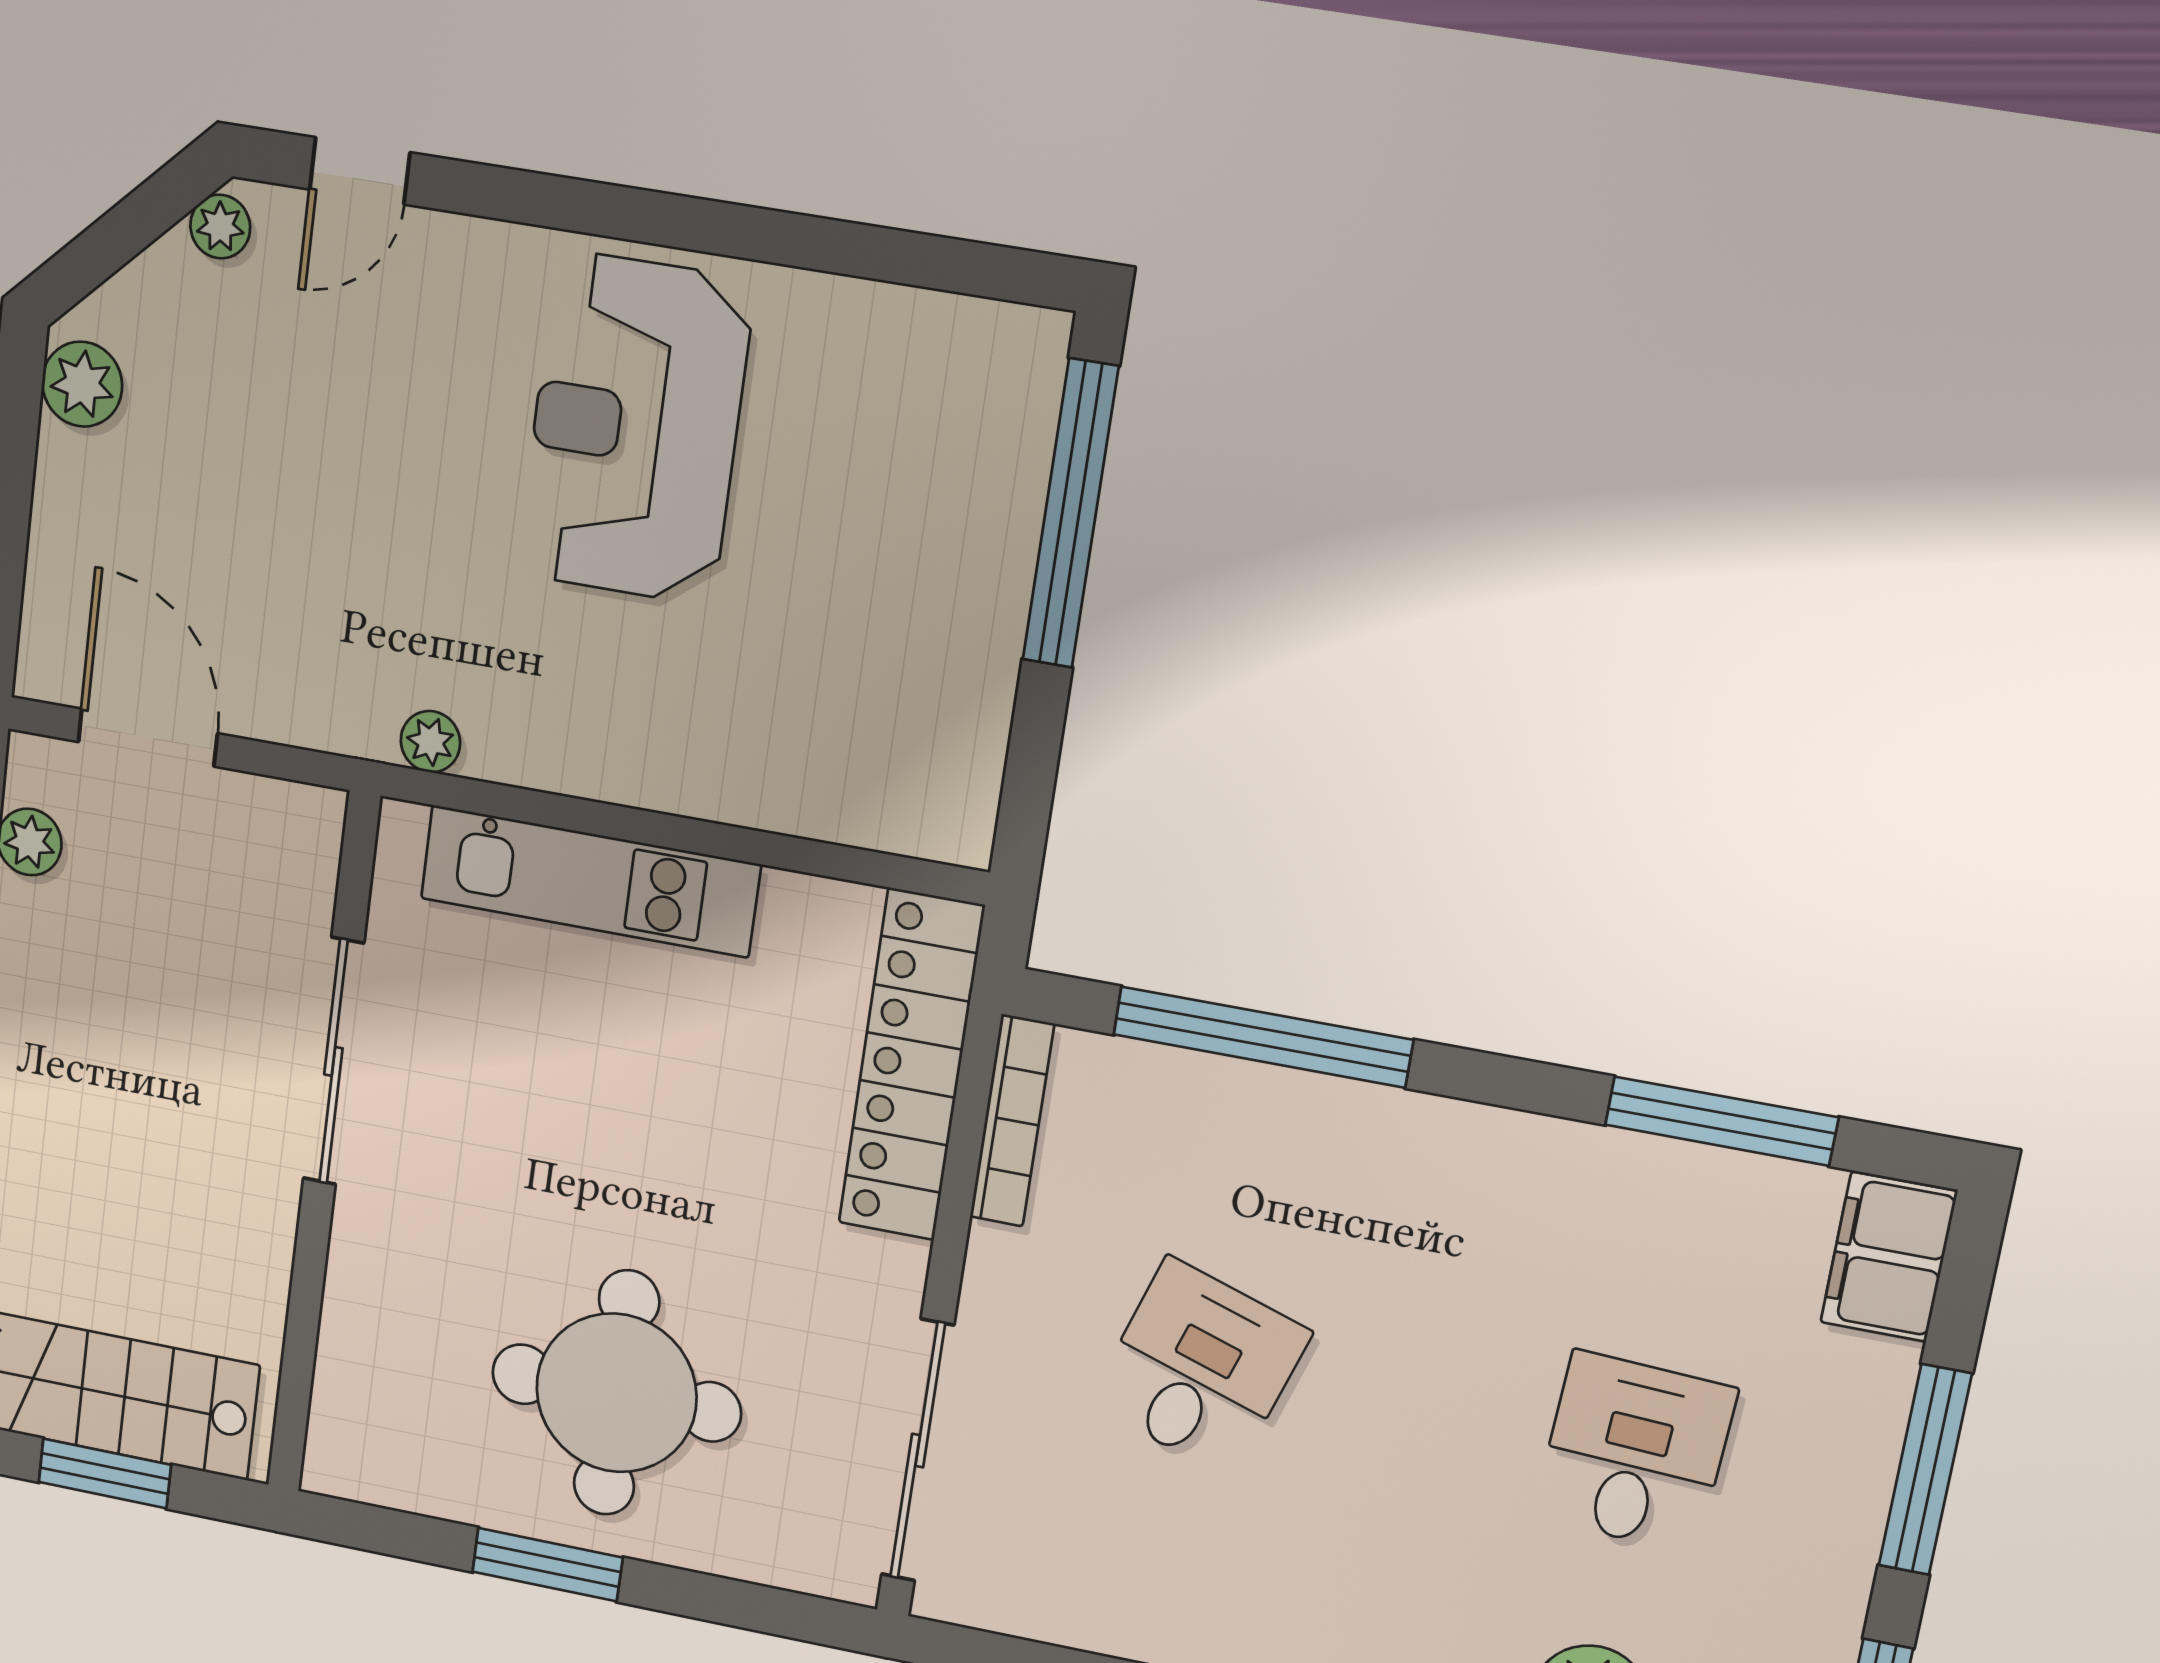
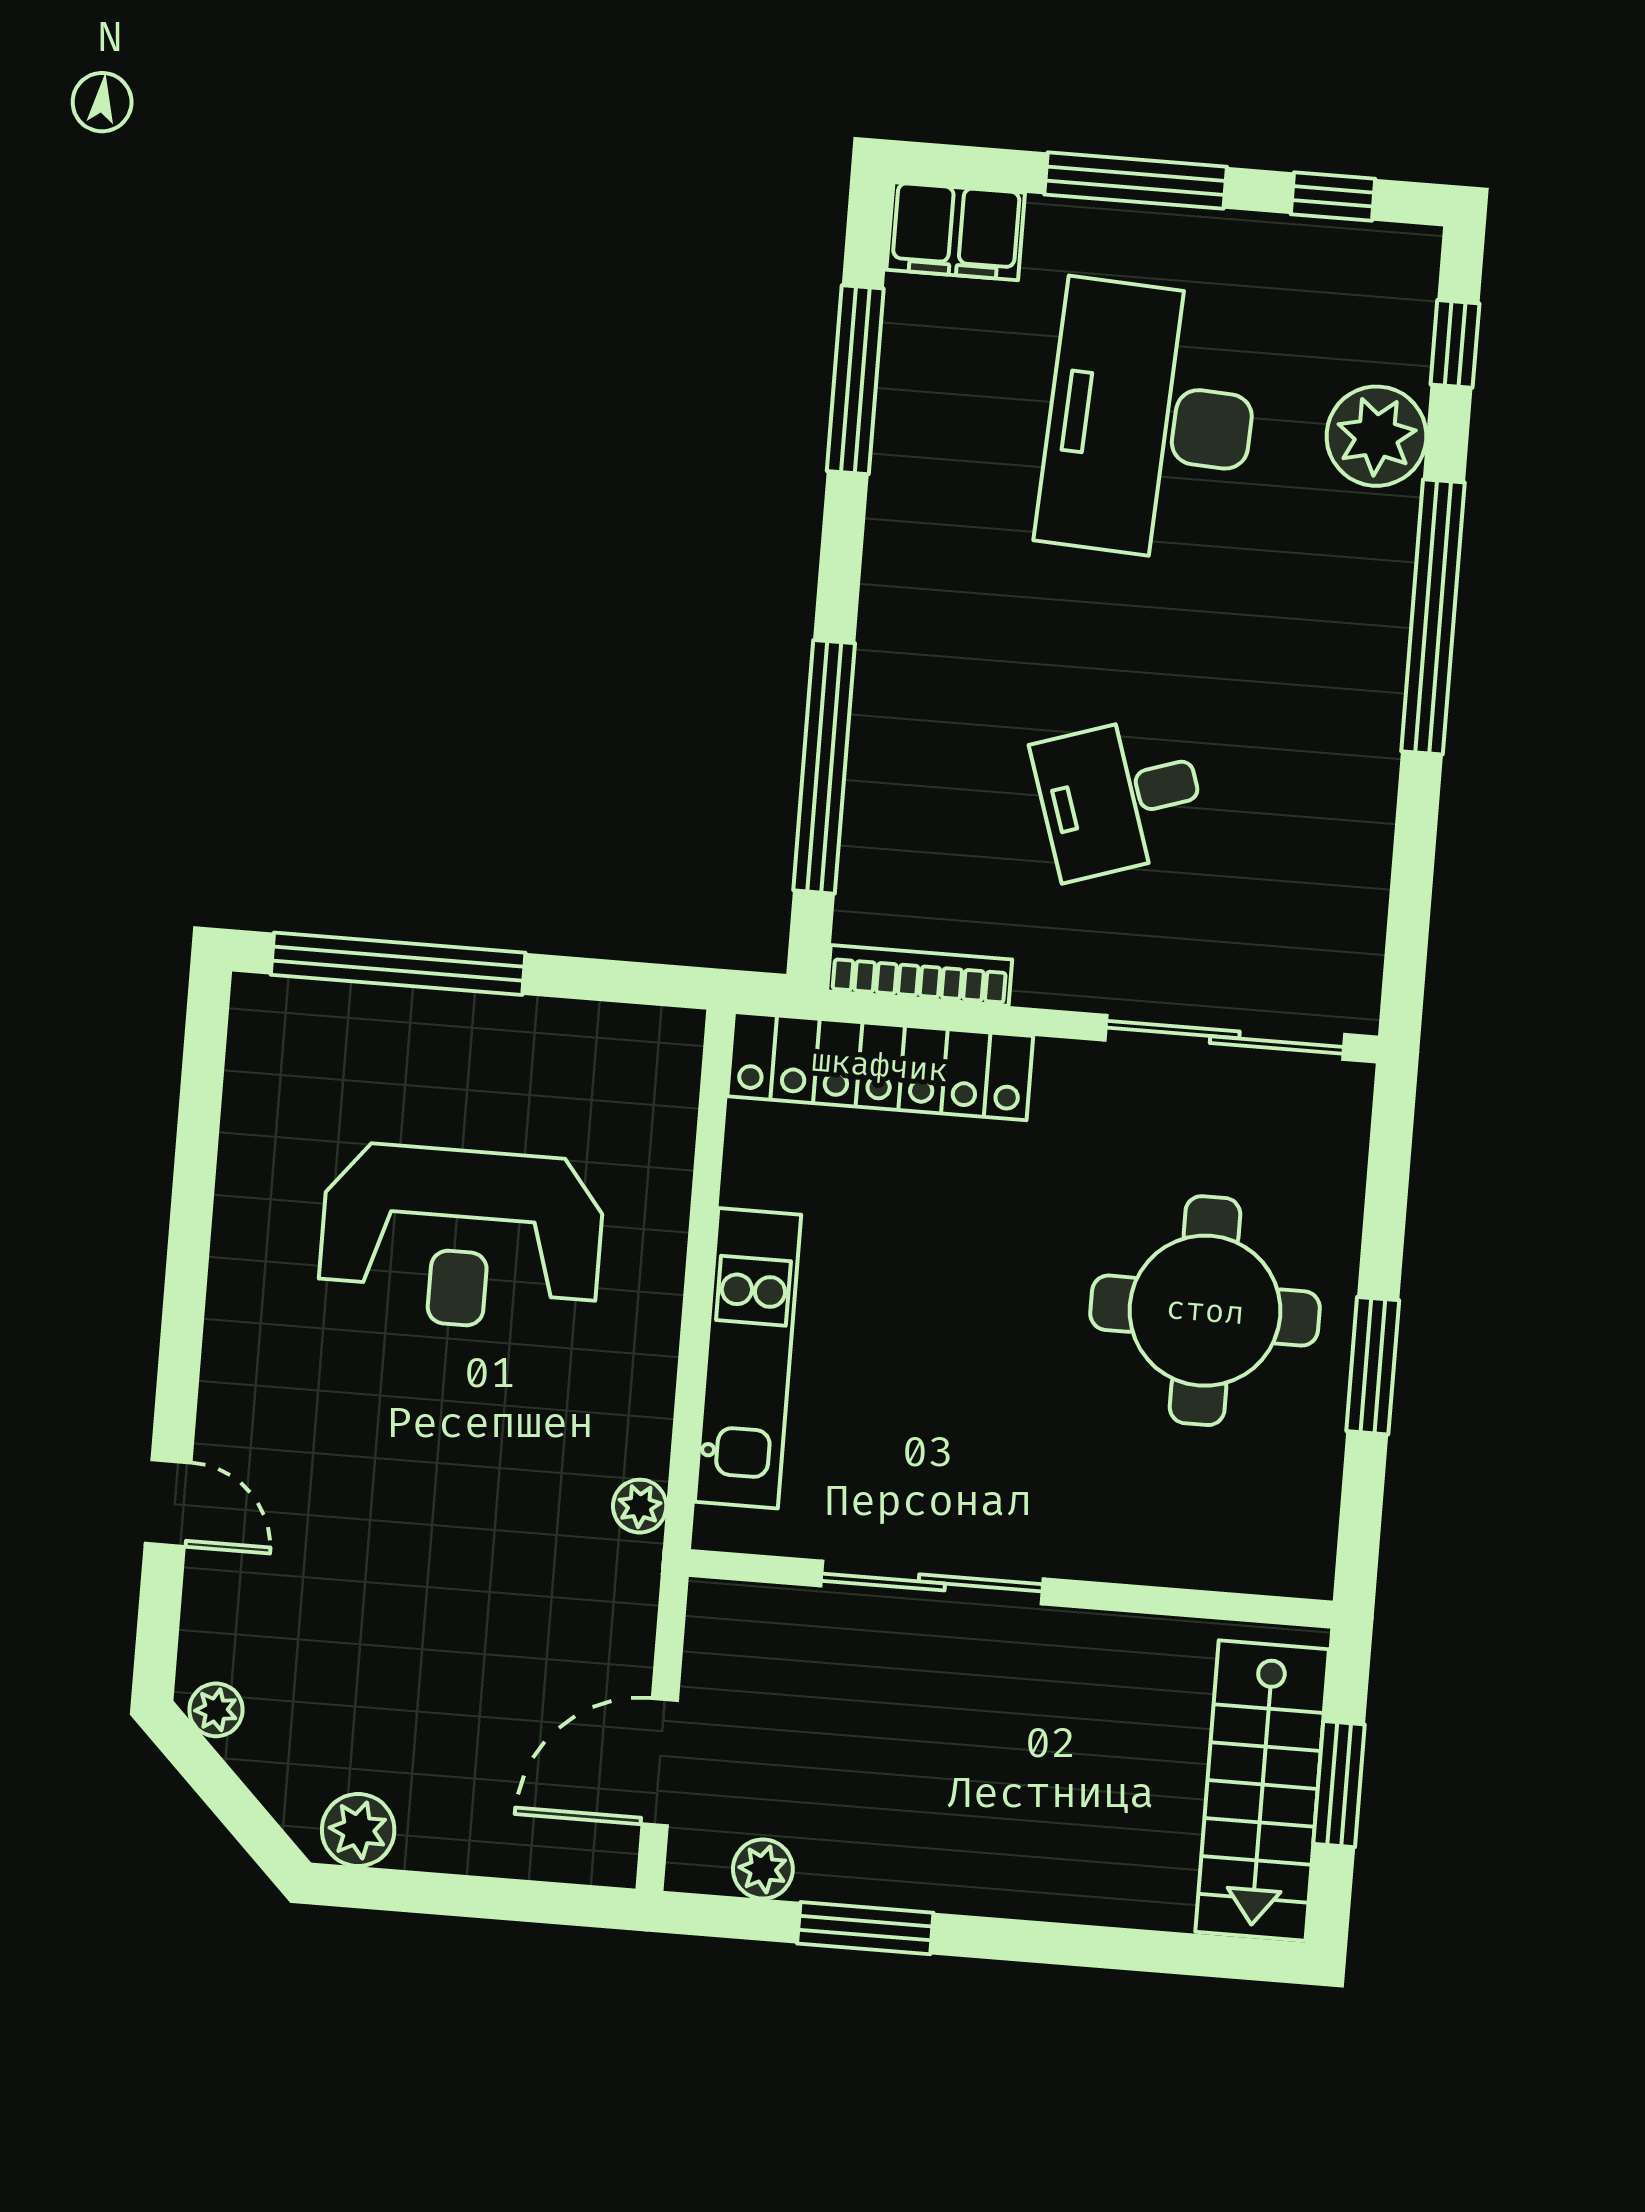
door: (360, 171) -> (168, 1503), moved
reception desk: (635, 428) -> (461, 1238), moved
desk: (1200, 1368) -> (1120, 796), turned -36
desk: (1635, 1453) -> (1150, 421), width x1.87, depth x1.30

